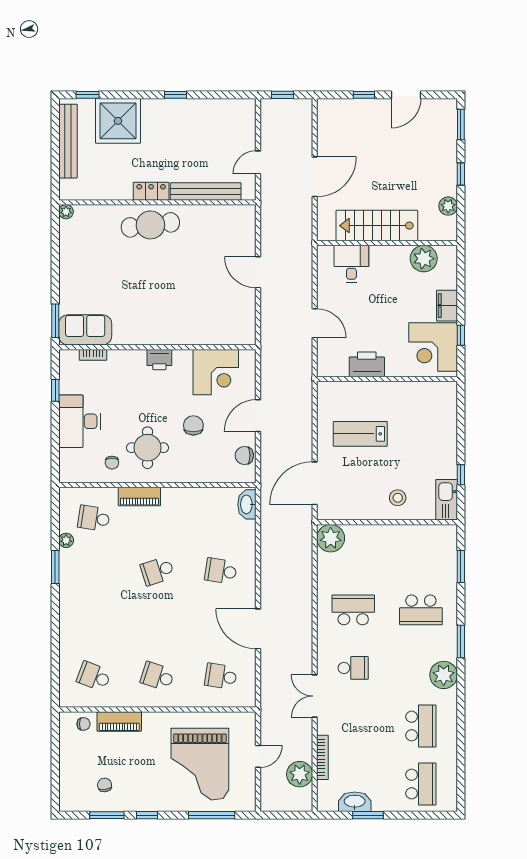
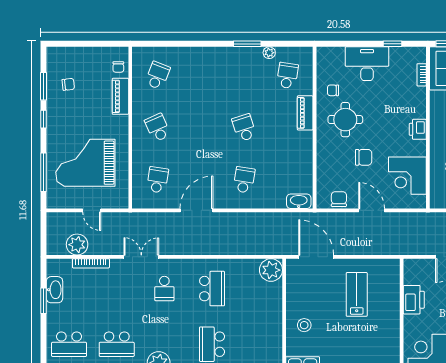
school desk: (157, 676) -> (158, 128), turned -42

